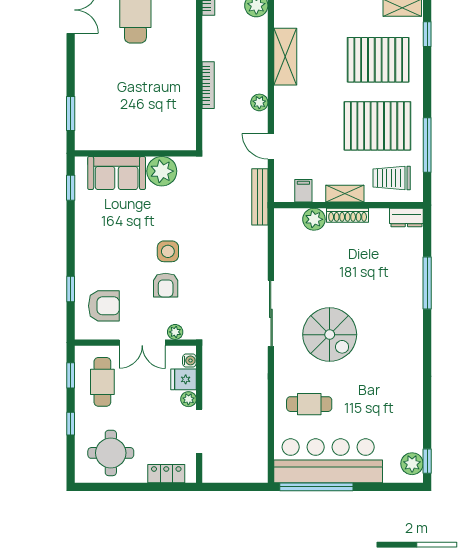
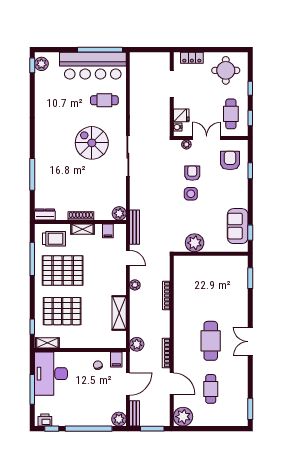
sofa: (117, 173) -> (238, 226), moved, turned -90
plant: (314, 219) -> (119, 213), moved
armchair: (104, 306) -> (230, 160), turned 90
plant: (188, 399) -> (178, 103), removed

